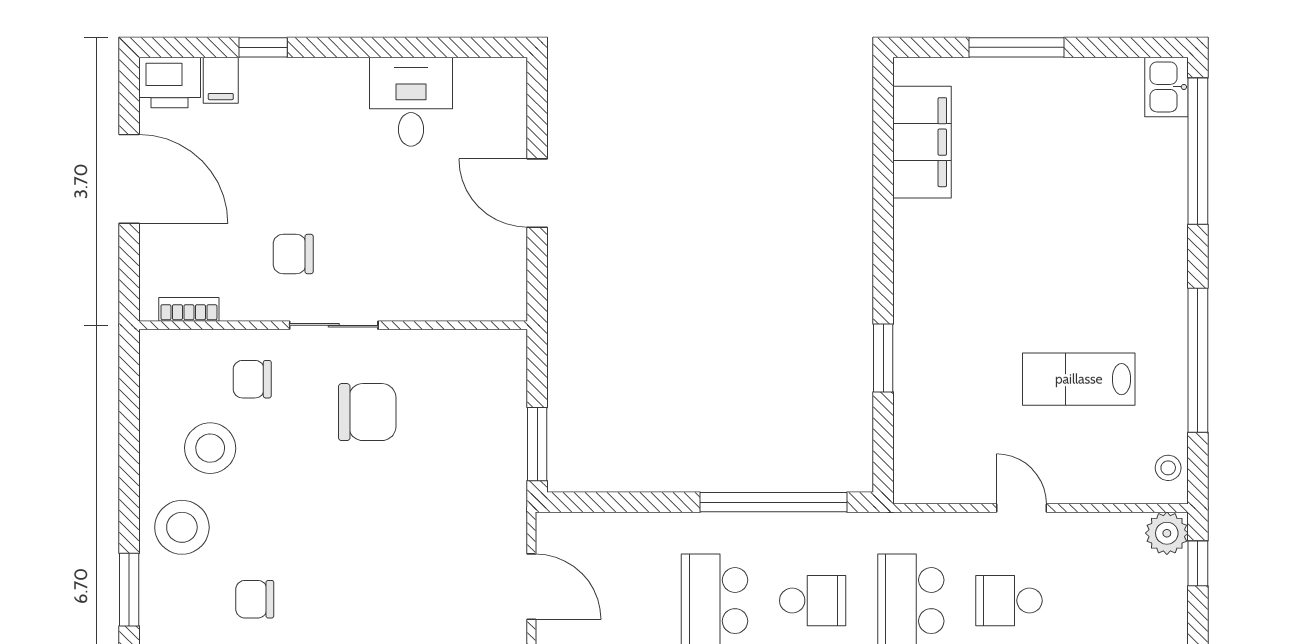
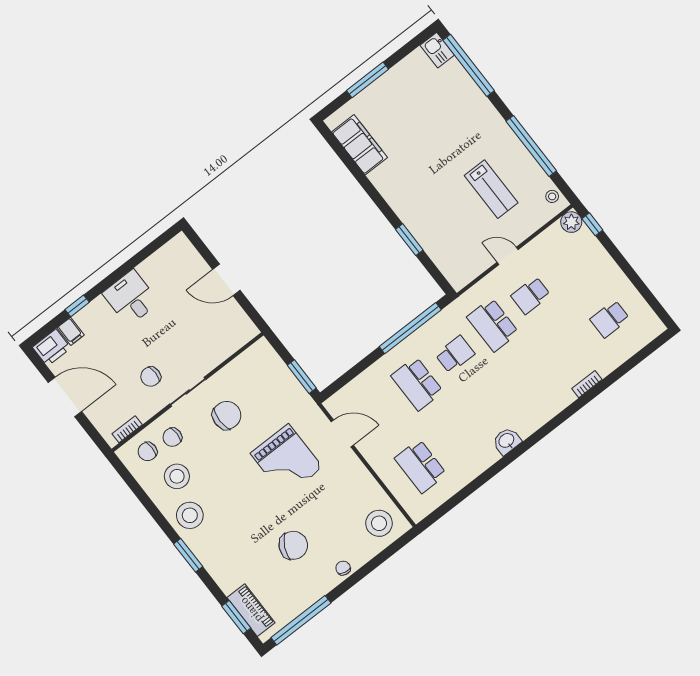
desk: (411, 102) -> (131, 298), moved
lab bench: (1079, 379) -> (491, 189), turned -90
grand piano: (407, 560) -> (287, 460), added
chair: (255, 599) -> (148, 451), moved

